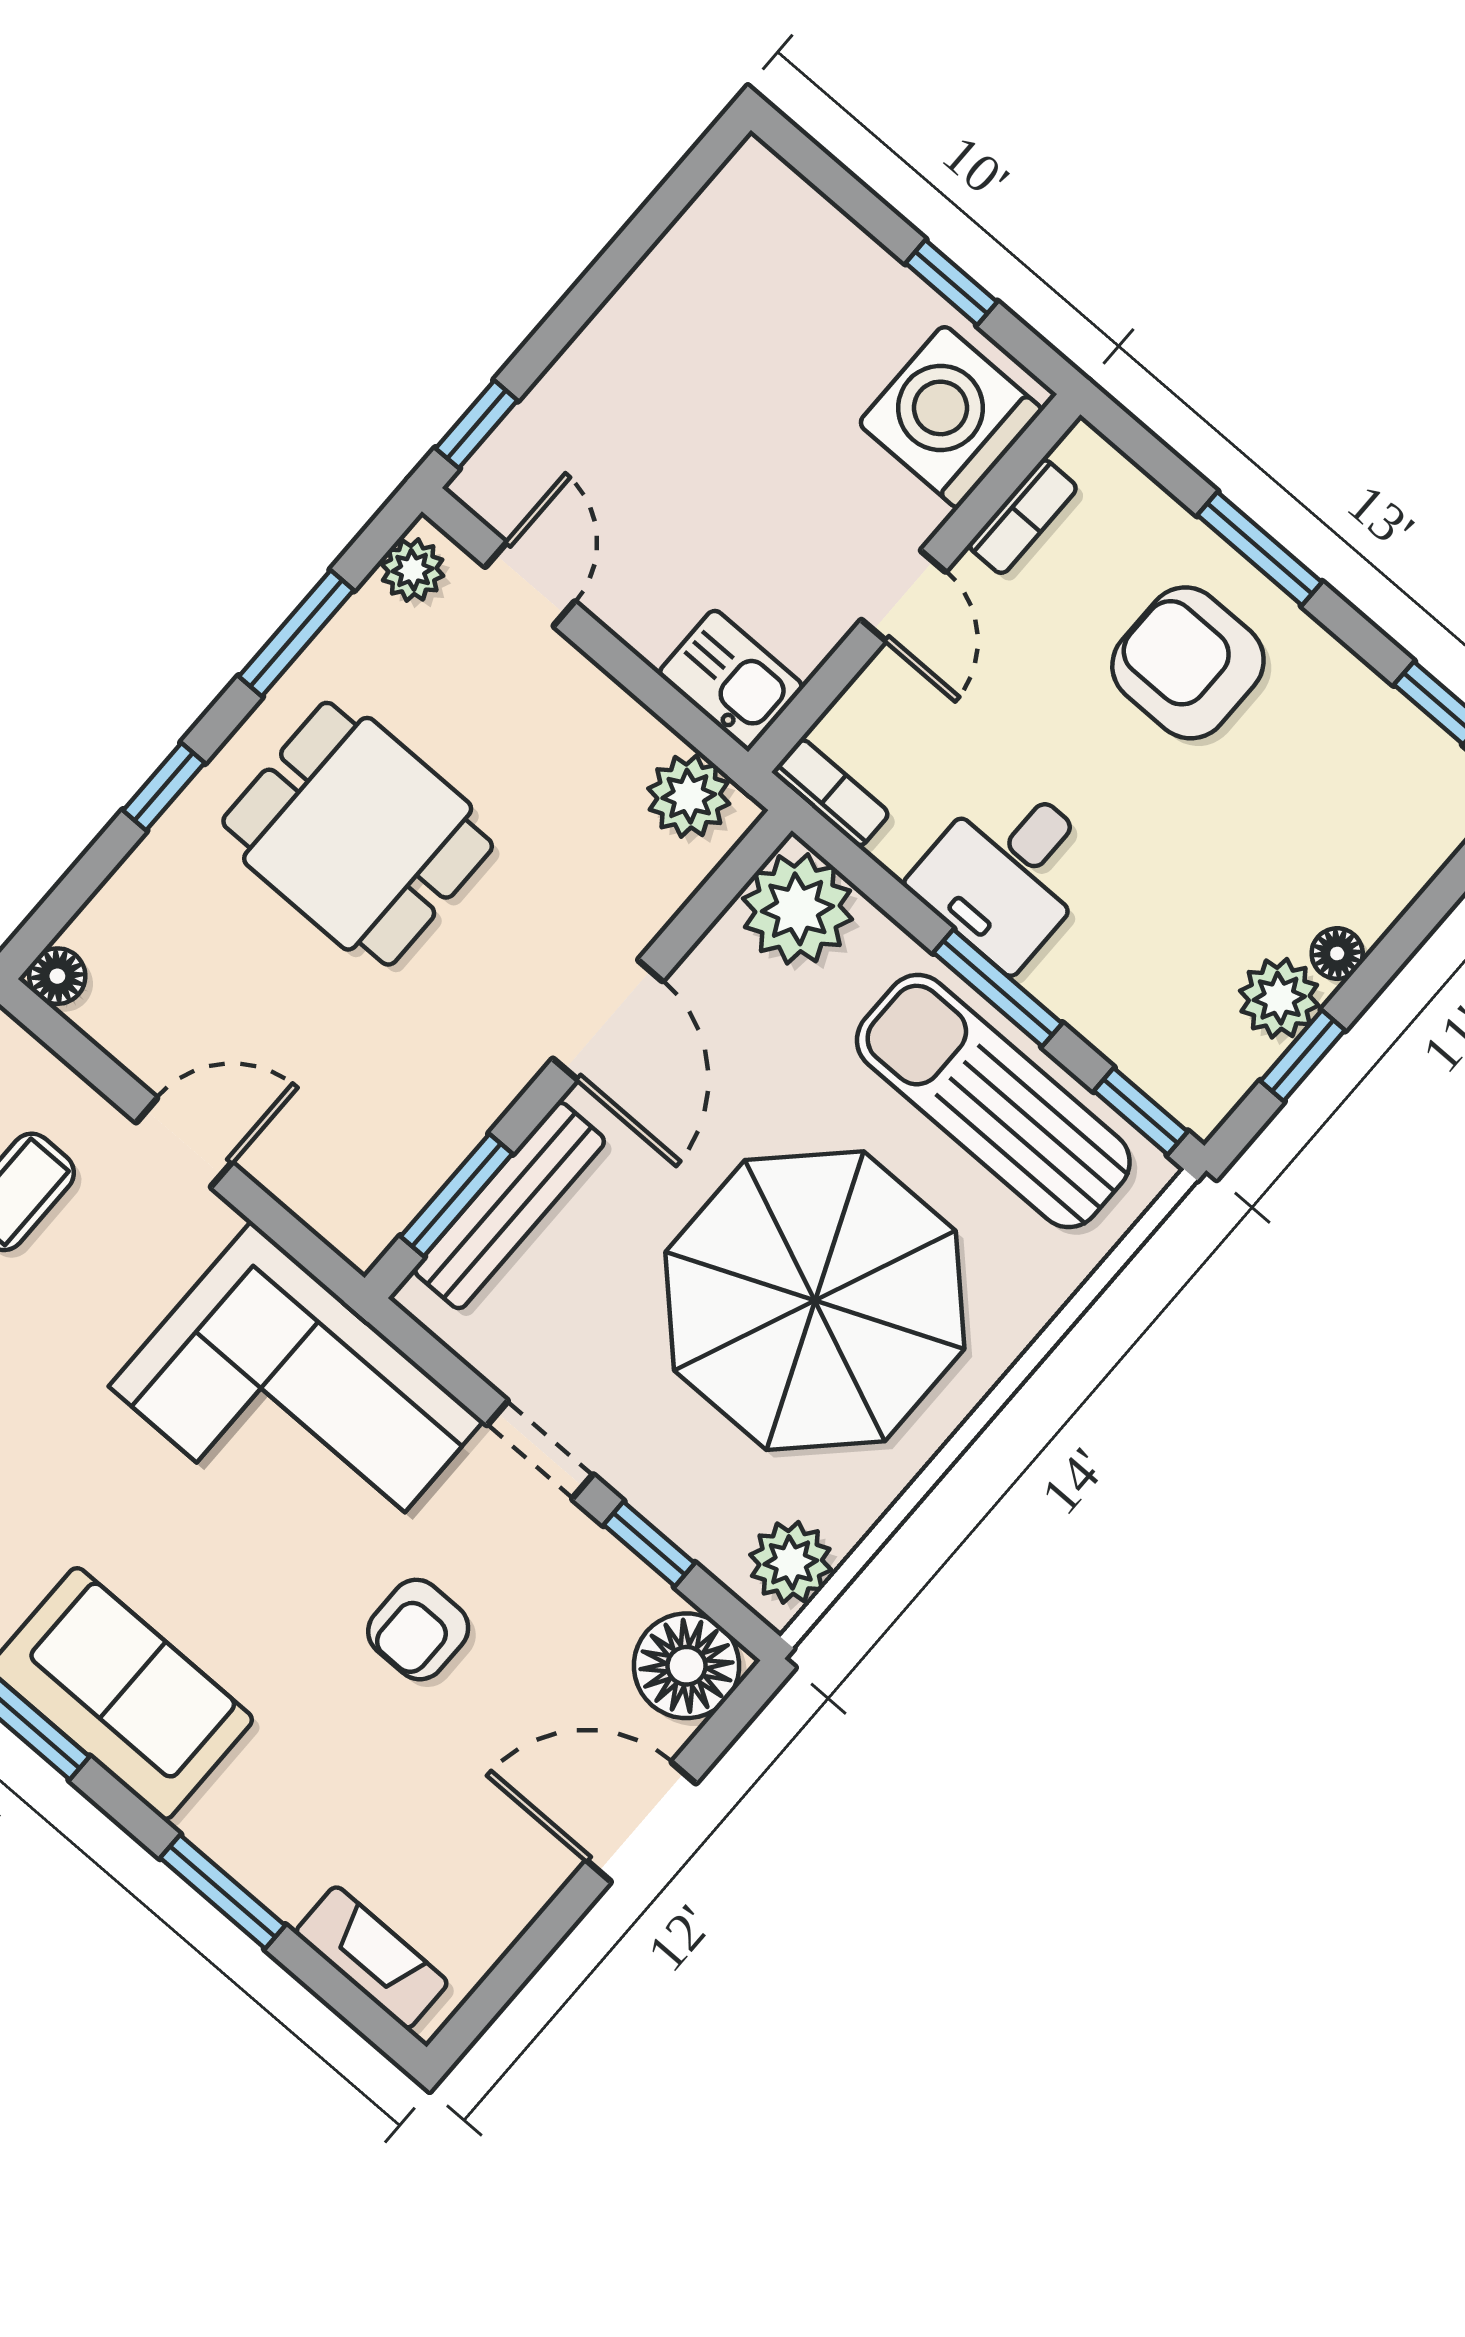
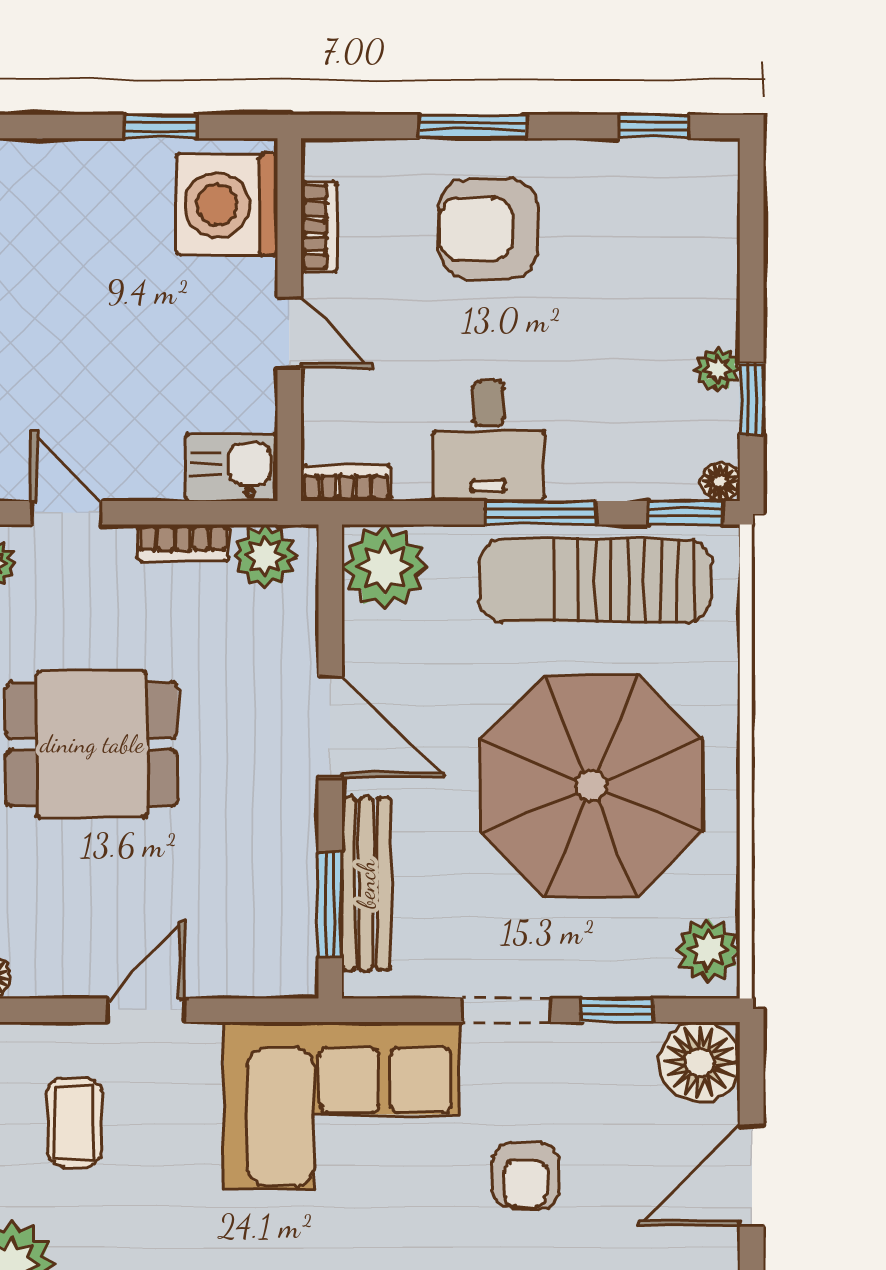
bookcase: (619, 713) -> (183, 543), added
floor lamp: (1337, 954) -> (720, 482), moved
plant: (1279, 998) -> (718, 369), width x0.73, depth x0.73

